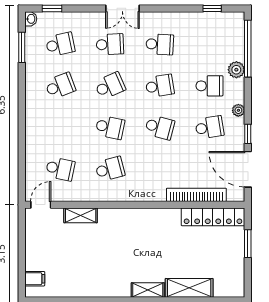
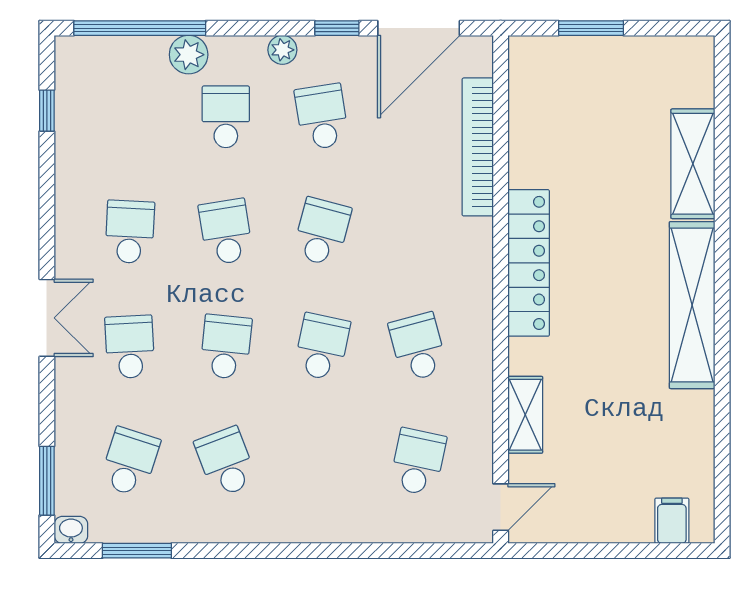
window: (52, 8) -> (47, 481), width x1.50
school desk: (60, 44) -> (130, 462), turned 30
school desk: (110, 86) -> (226, 347), turned 30
door: (41, 205) -> (501, 507), swing flipped
locker: (213, 217) -> (529, 263), moved
shelving: (148, 290) -> (692, 305), width x2.20, depth x1.33

